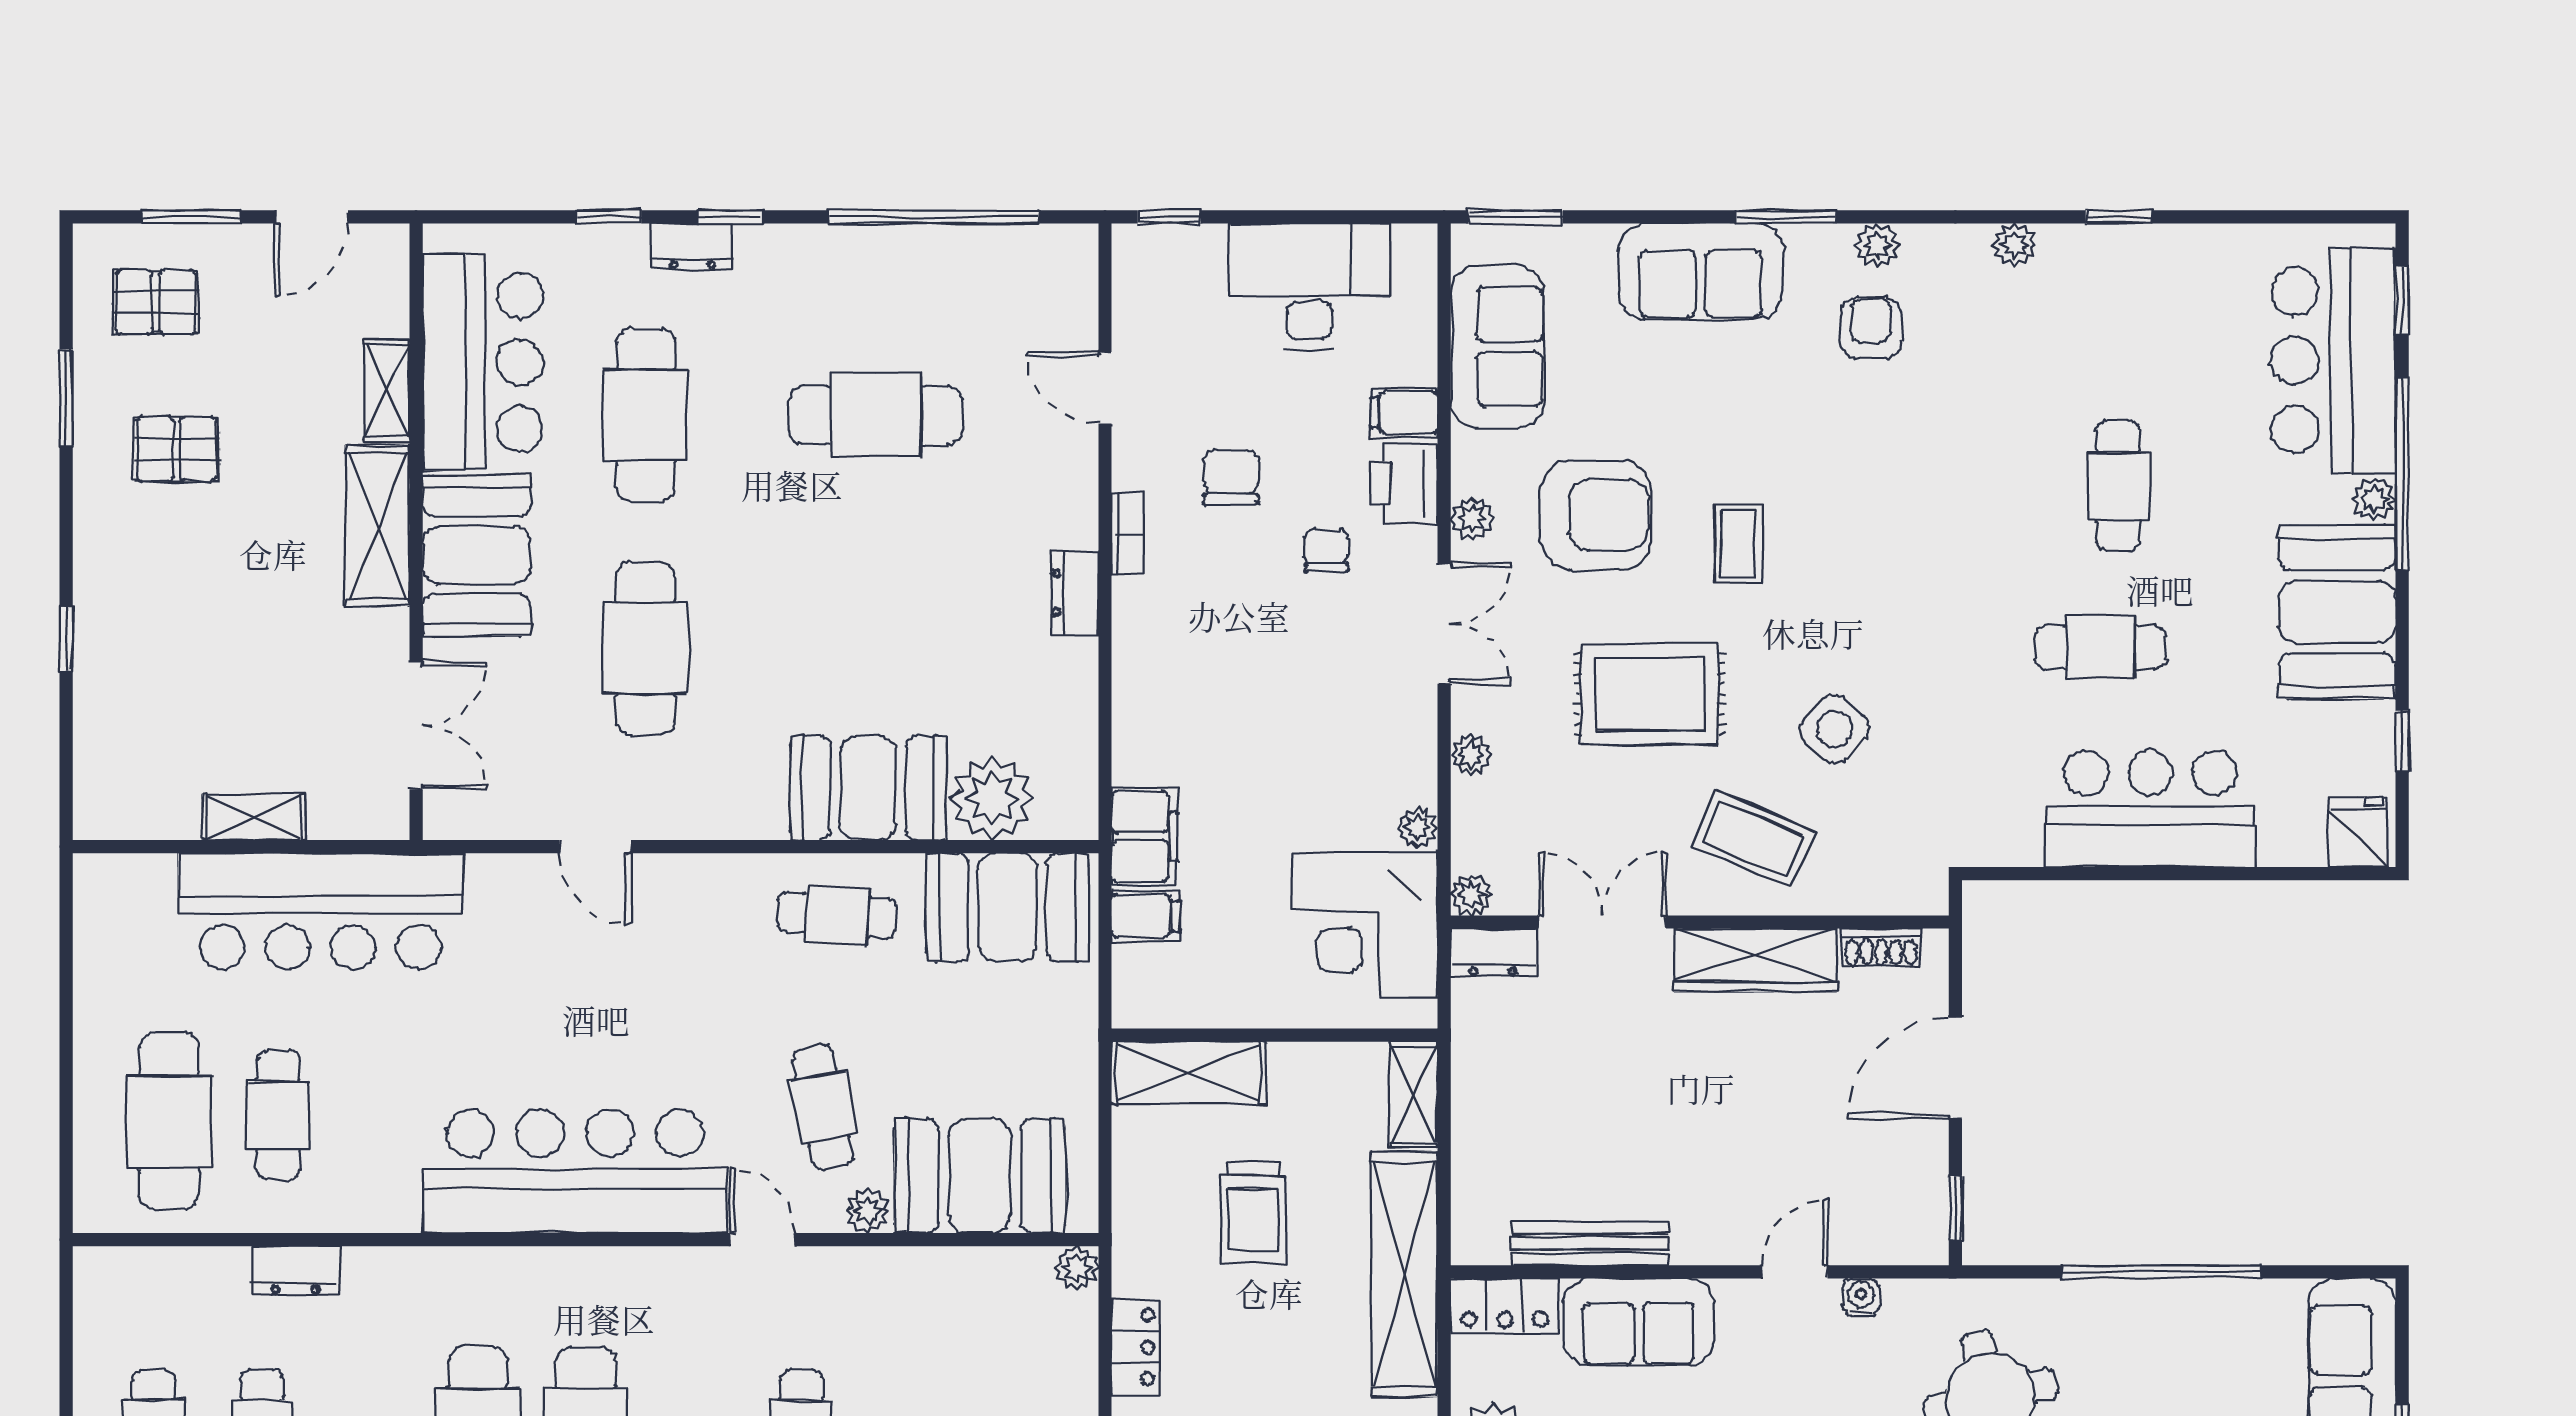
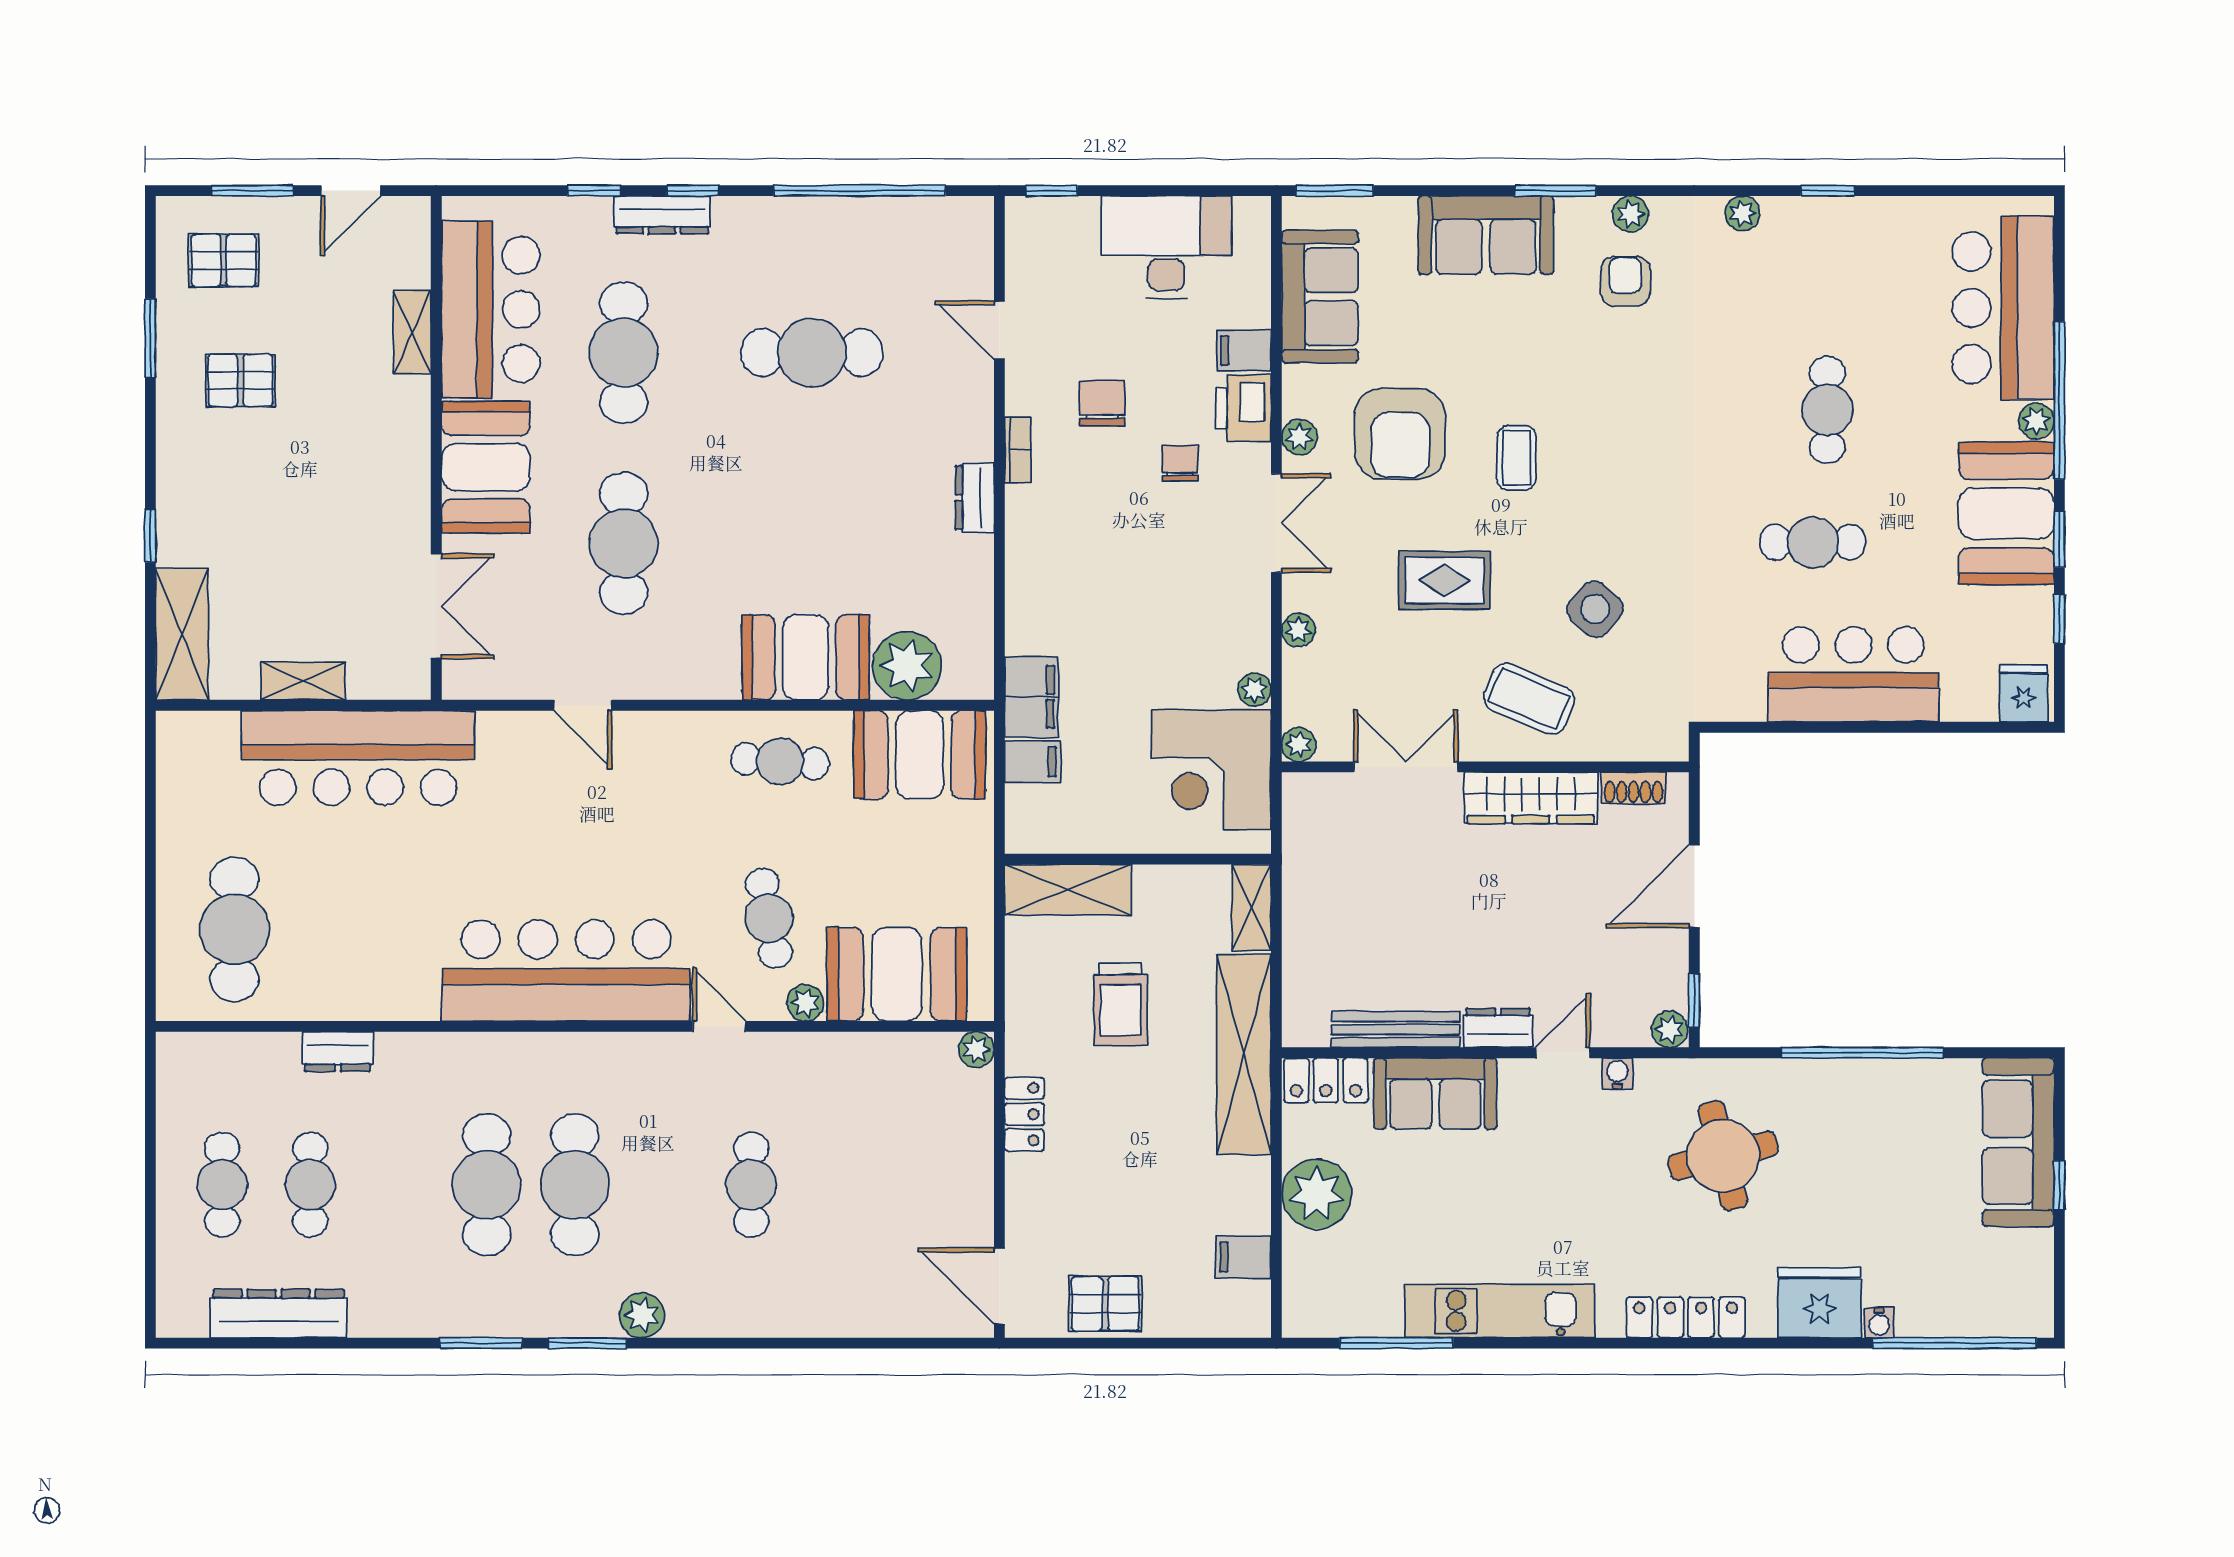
dresser: (692, 247) -> (662, 215), width x1.44
window: (2402, 300) -> (2059, 540), moved
armchair: (1595, 515) -> (1400, 434), turned 90
shelving: (377, 526) -> (182, 634), moved
rug: (1650, 694) -> (1444, 580), width x0.73, depth x0.70
dresser: (1493, 952) -> (1498, 1028), moved, turned 180
cafe table: (278, 1115) -> (324, 924), removed
plant: (1925, 1243) -> (1669, 1029), added

